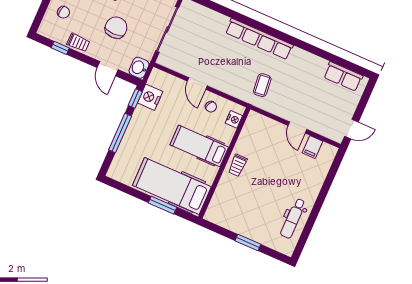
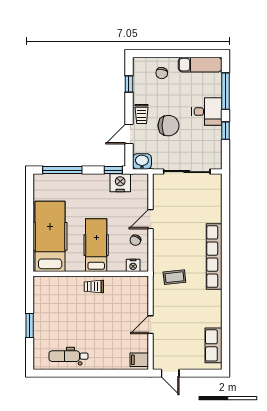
trolley: (78, 43) -> (142, 114), moved
window: (120, 133) -> (62, 170), moved
filing cabinet: (313, 147) -> (139, 360), moved
window: (163, 205) -> (30, 236), removed

